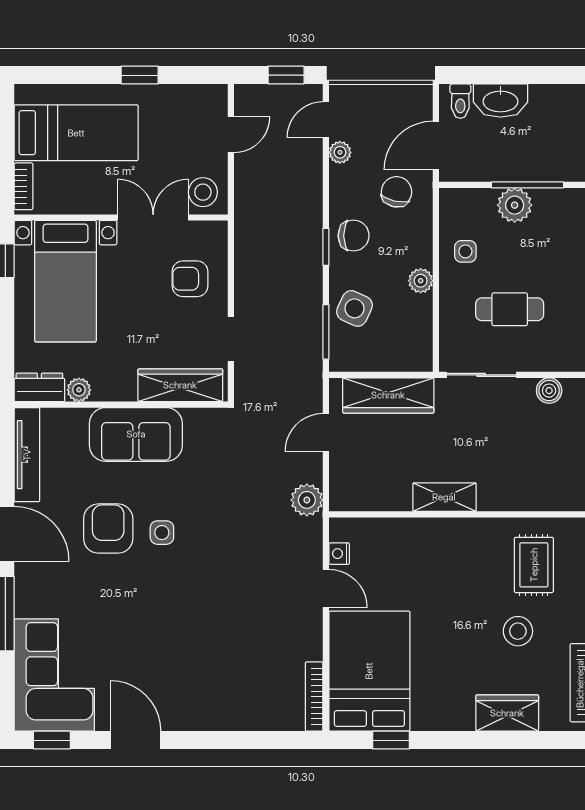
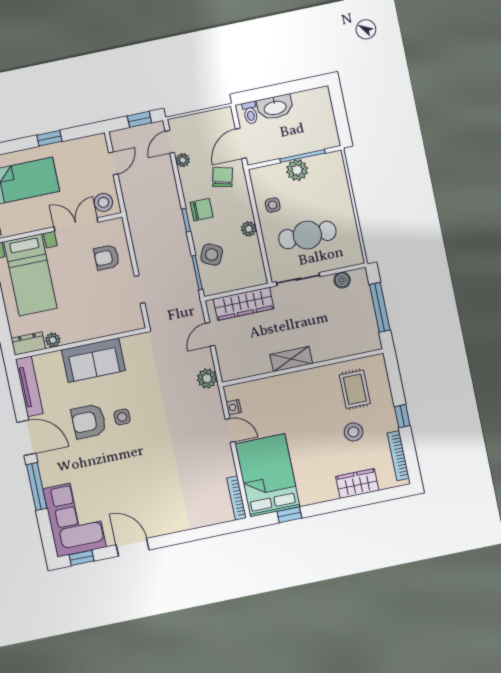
cafe table: (510, 309) -> (307, 235), width x1.37, depth x1.35
wardrobe: (180, 385) -> (114, 324), removed
armchair: (108, 529) -> (89, 421), turned -90

